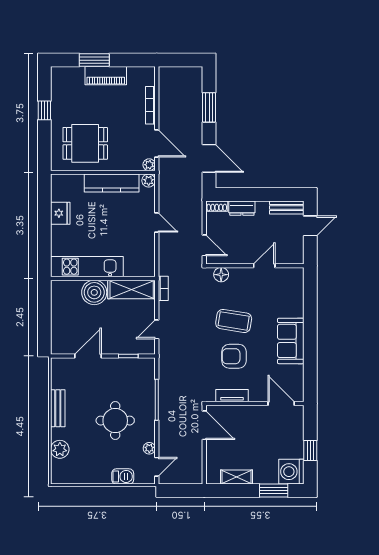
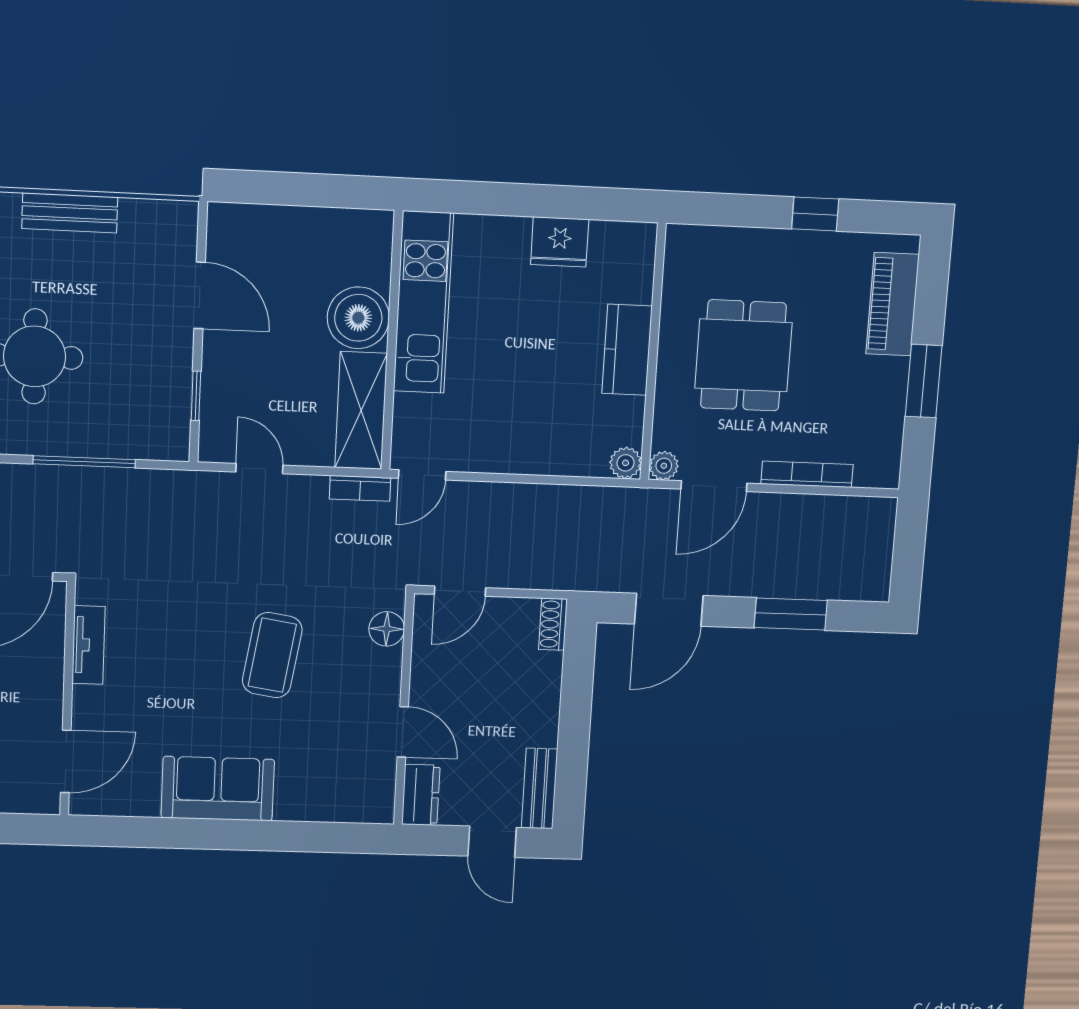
window: (94, 60) -> (924, 381), moved
piano: (106, 76) -> (893, 304), moved
dining table: (85, 143) -> (743, 355), moved
kitchen counter: (112, 183) -> (627, 350), width x0.67
dresser: (242, 208) -> (421, 795), moved, turned 180
door: (157, 223) -> (422, 475), moved
armchair: (234, 356) -> (186, 653), removed

